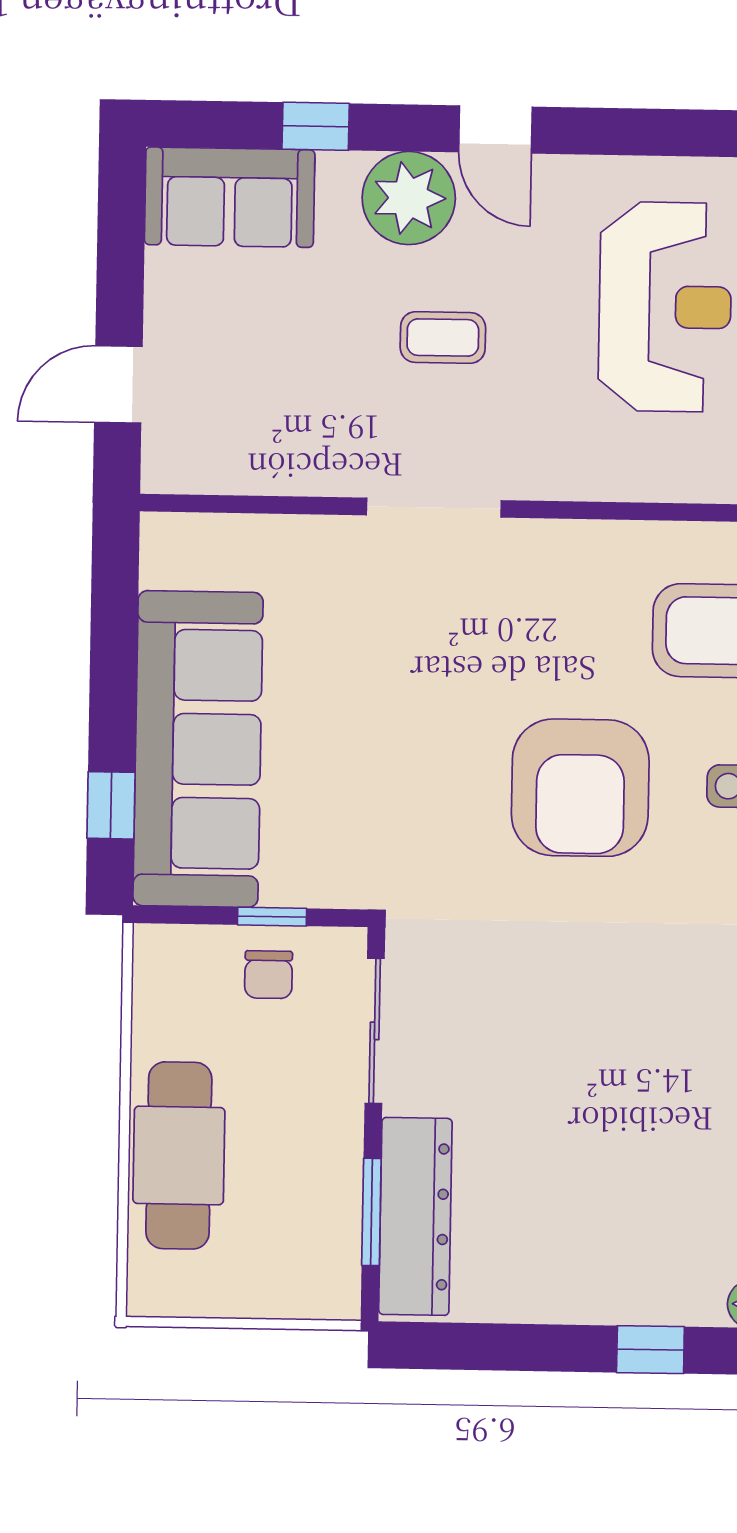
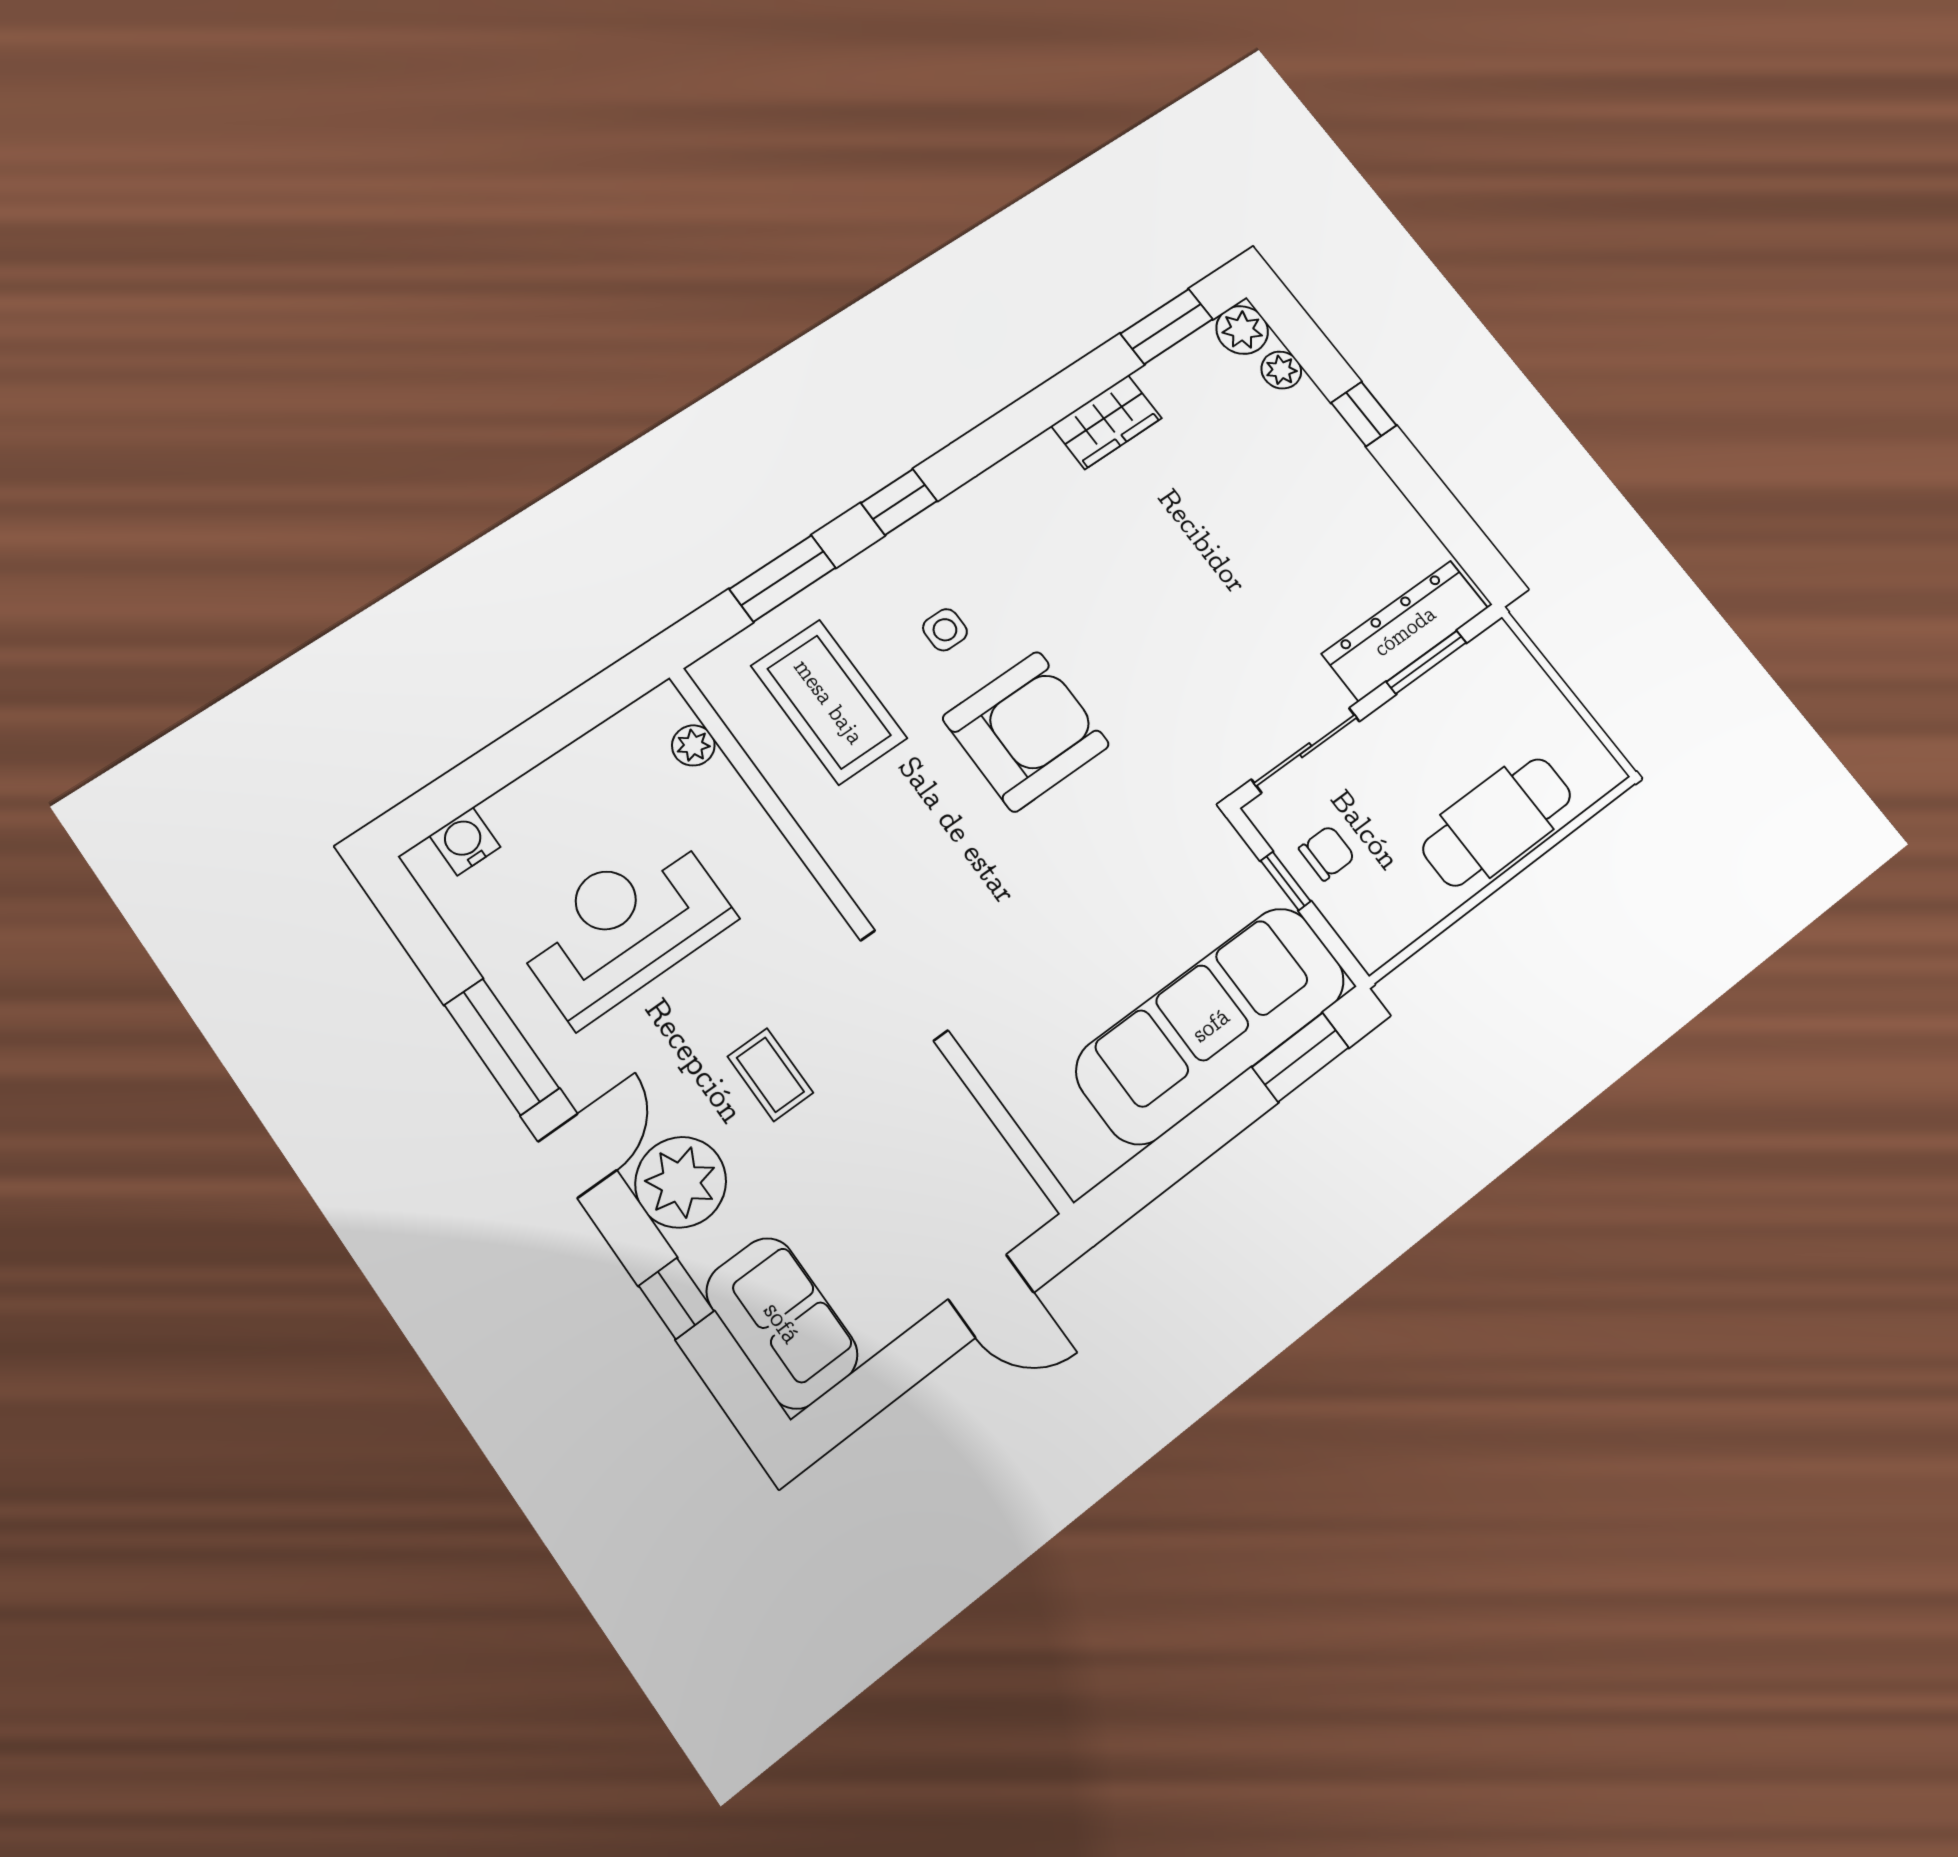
window: (636, 132) -> (502, 1047), added
window: (111, 805) -> (1300, 1057), width x1.50

